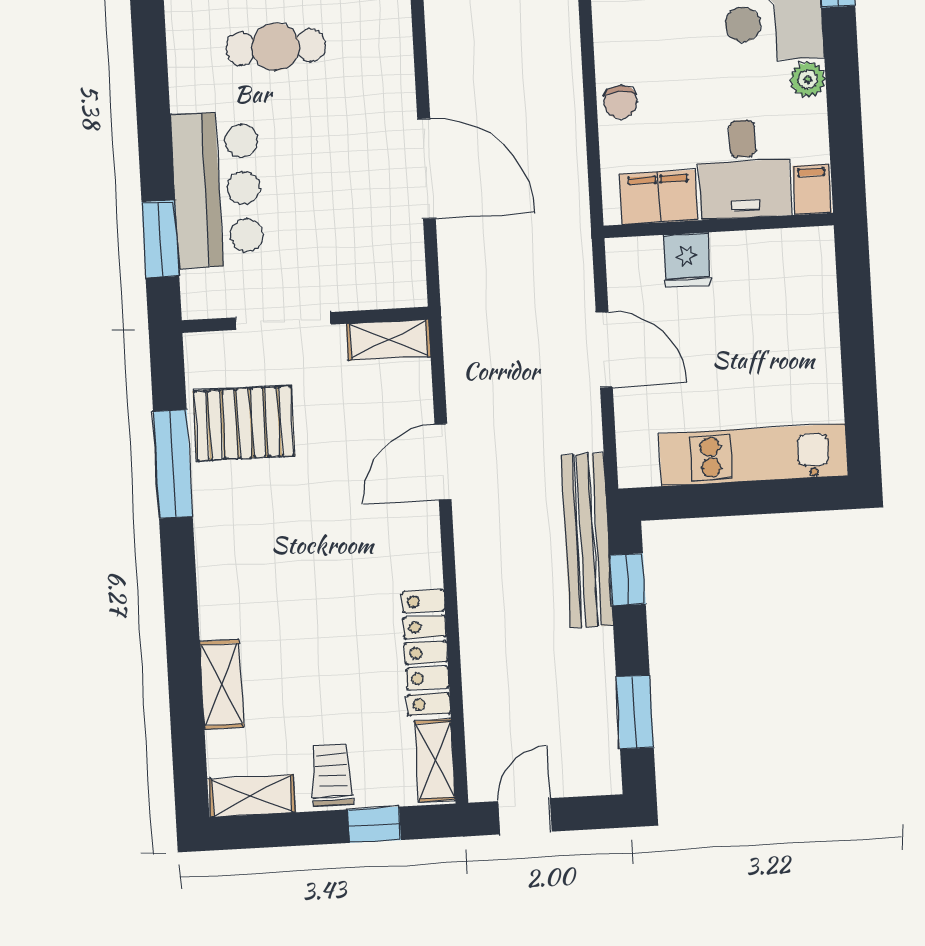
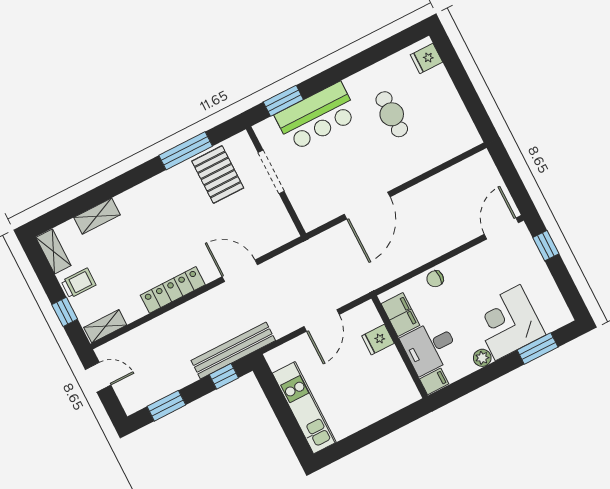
shelving: (388, 340) -> (283, 222), removed
locker: (426, 653) -> (173, 290), moved

